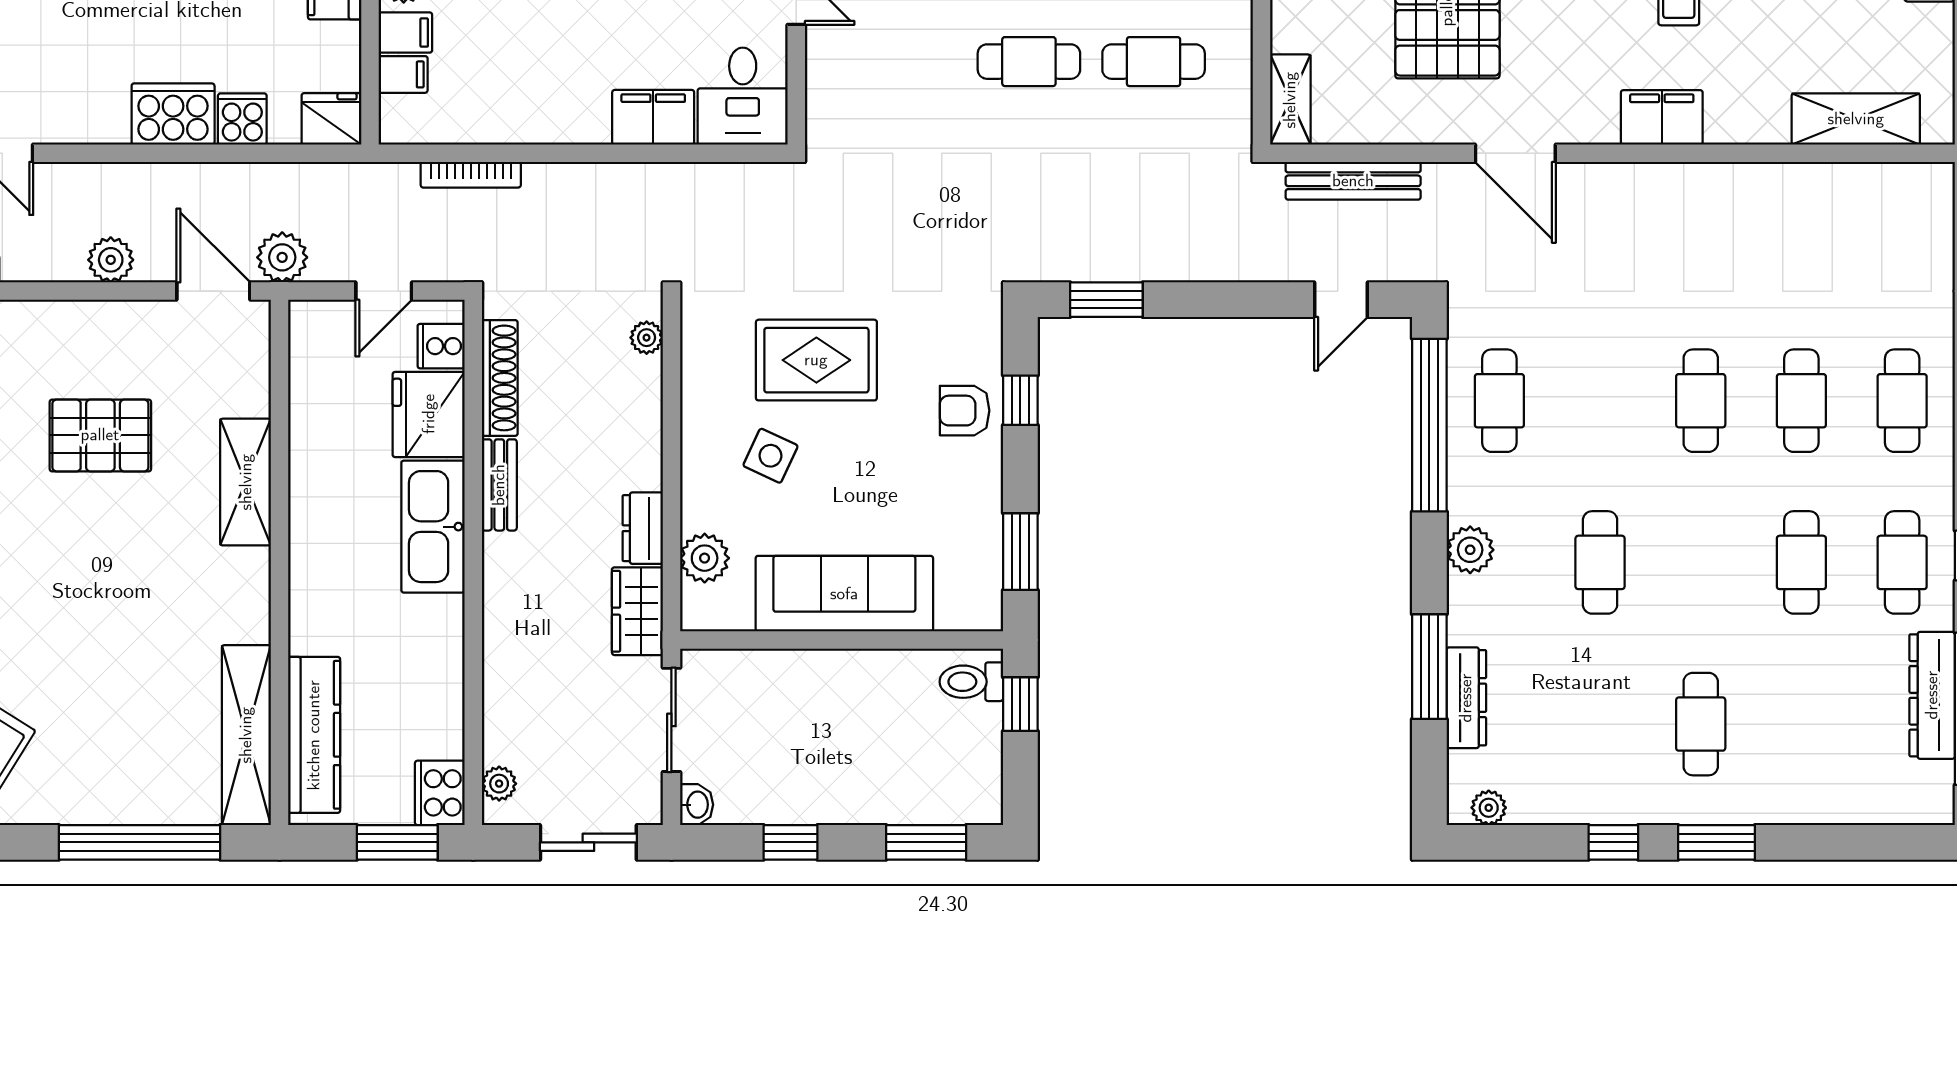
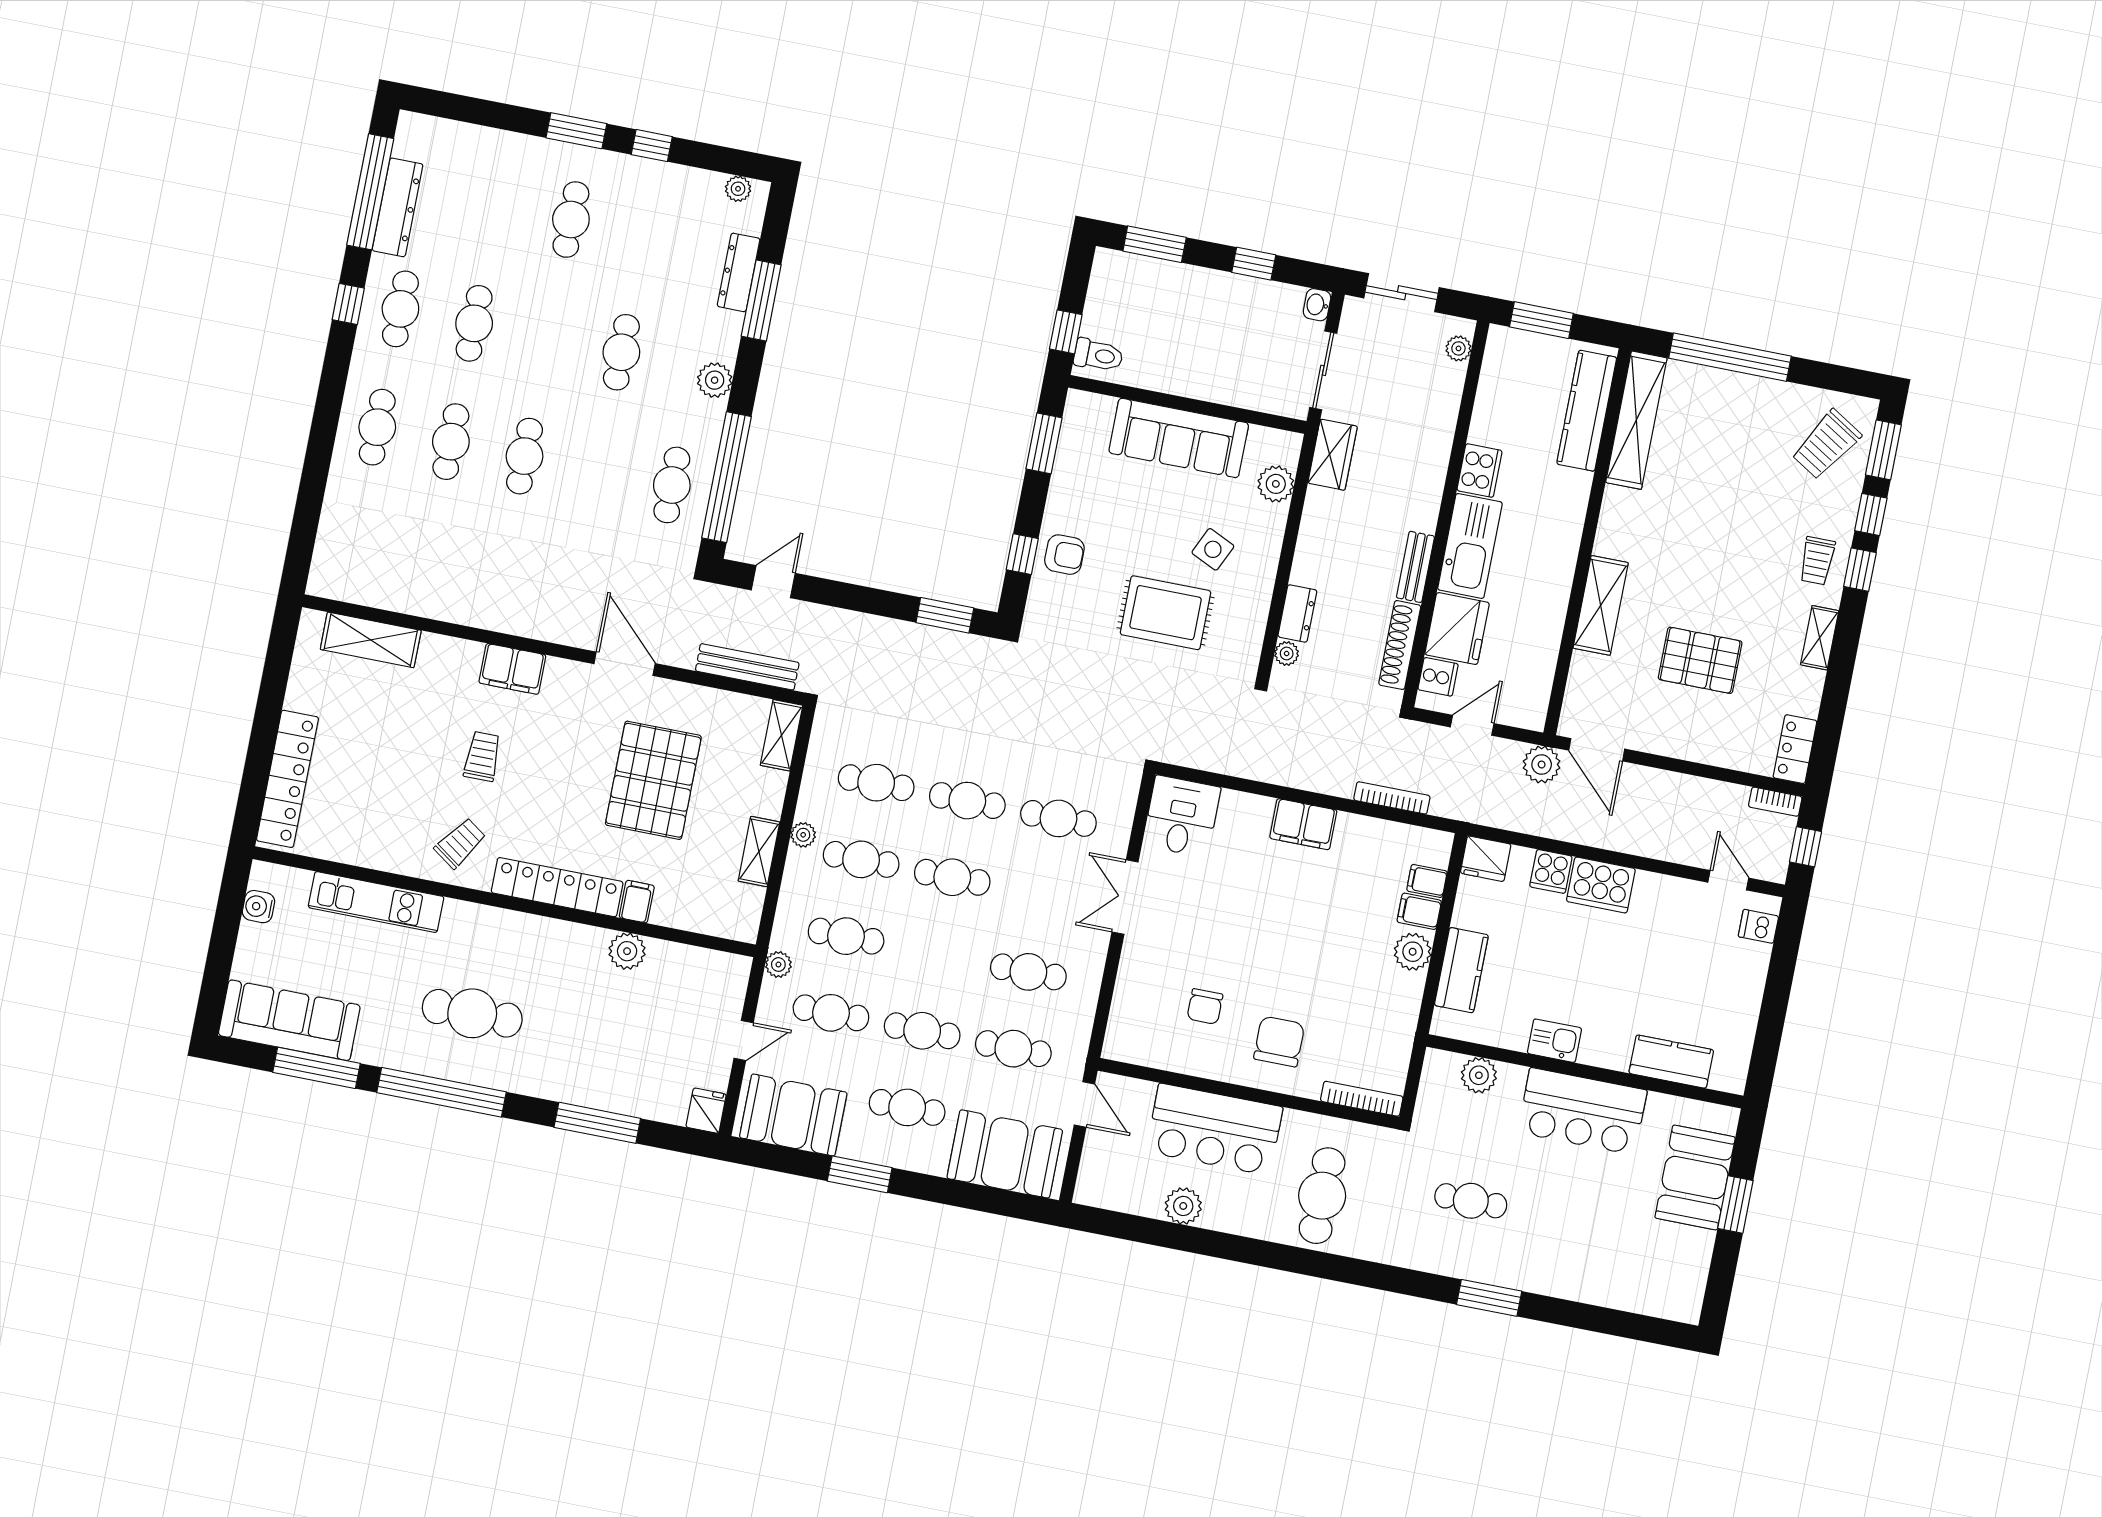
cafe table: (904, 62) -> (1058, 818), added
filing cabinet: (653, 117) -> (1303, 824), moved
plant: (111, 260) -> (1667, 787), removed
dresser: (643, 528) -> (1297, 613), moved
cooker: (440, 793) -> (1480, 471), moved

